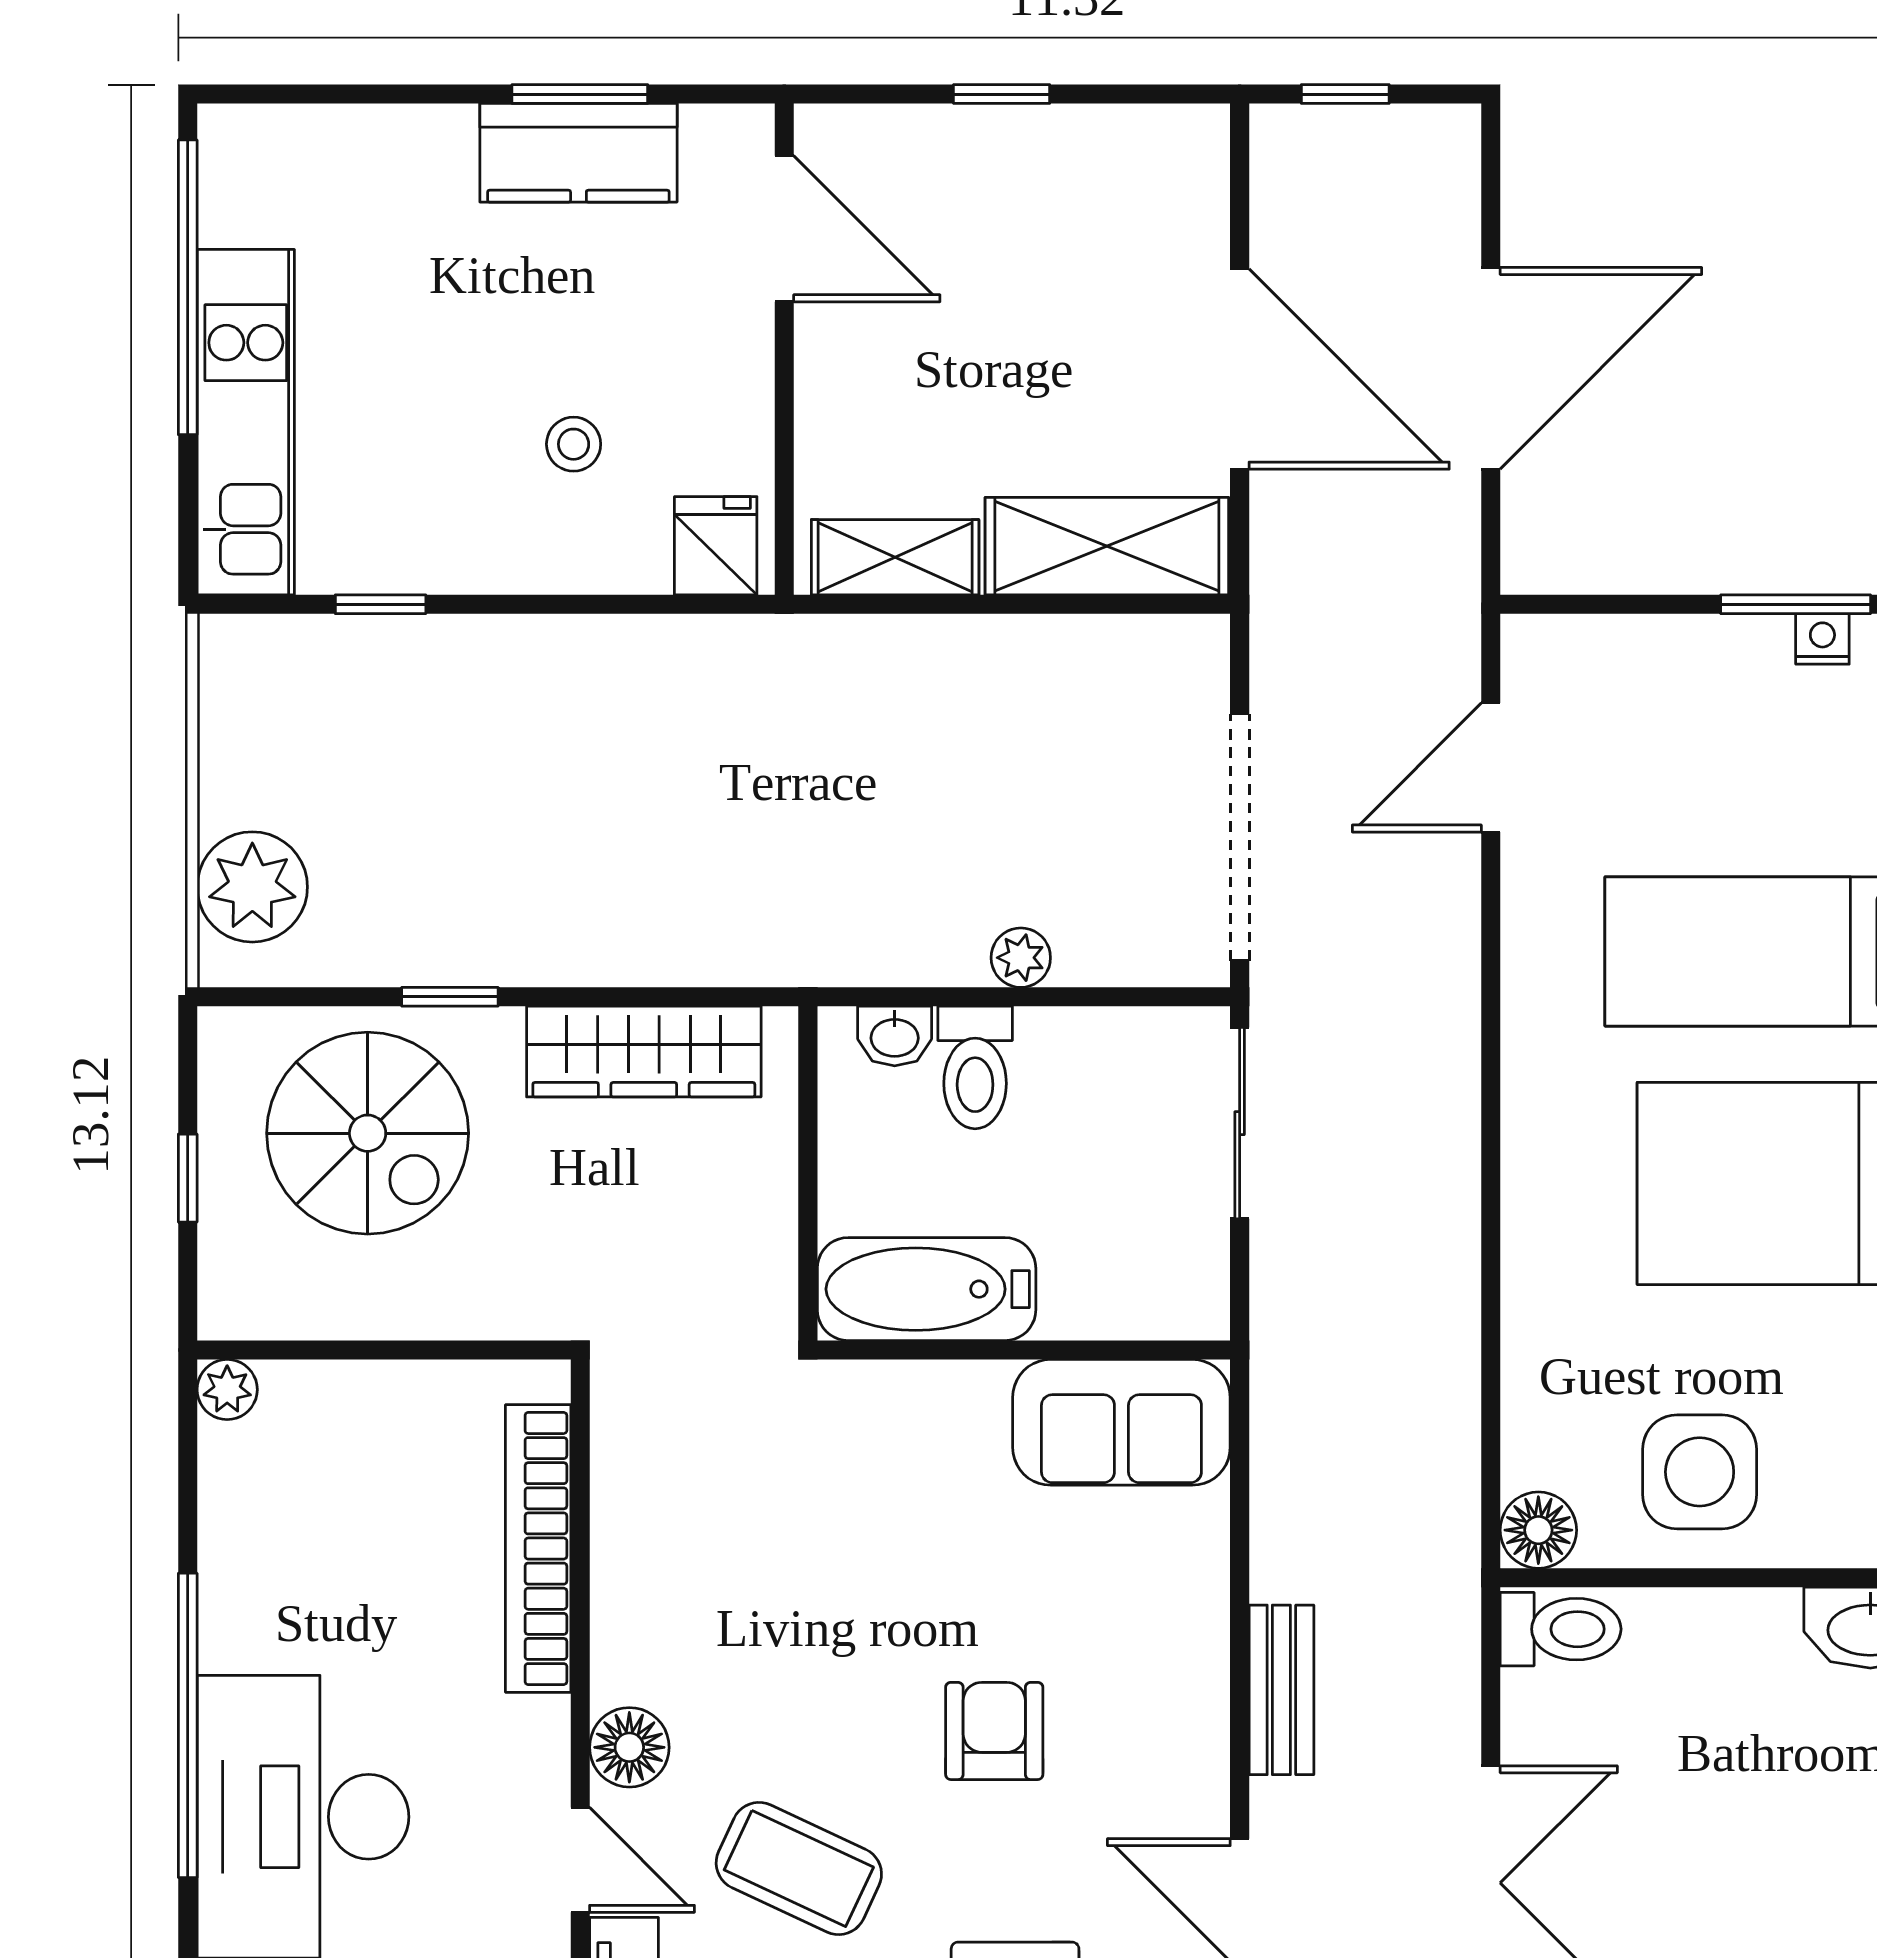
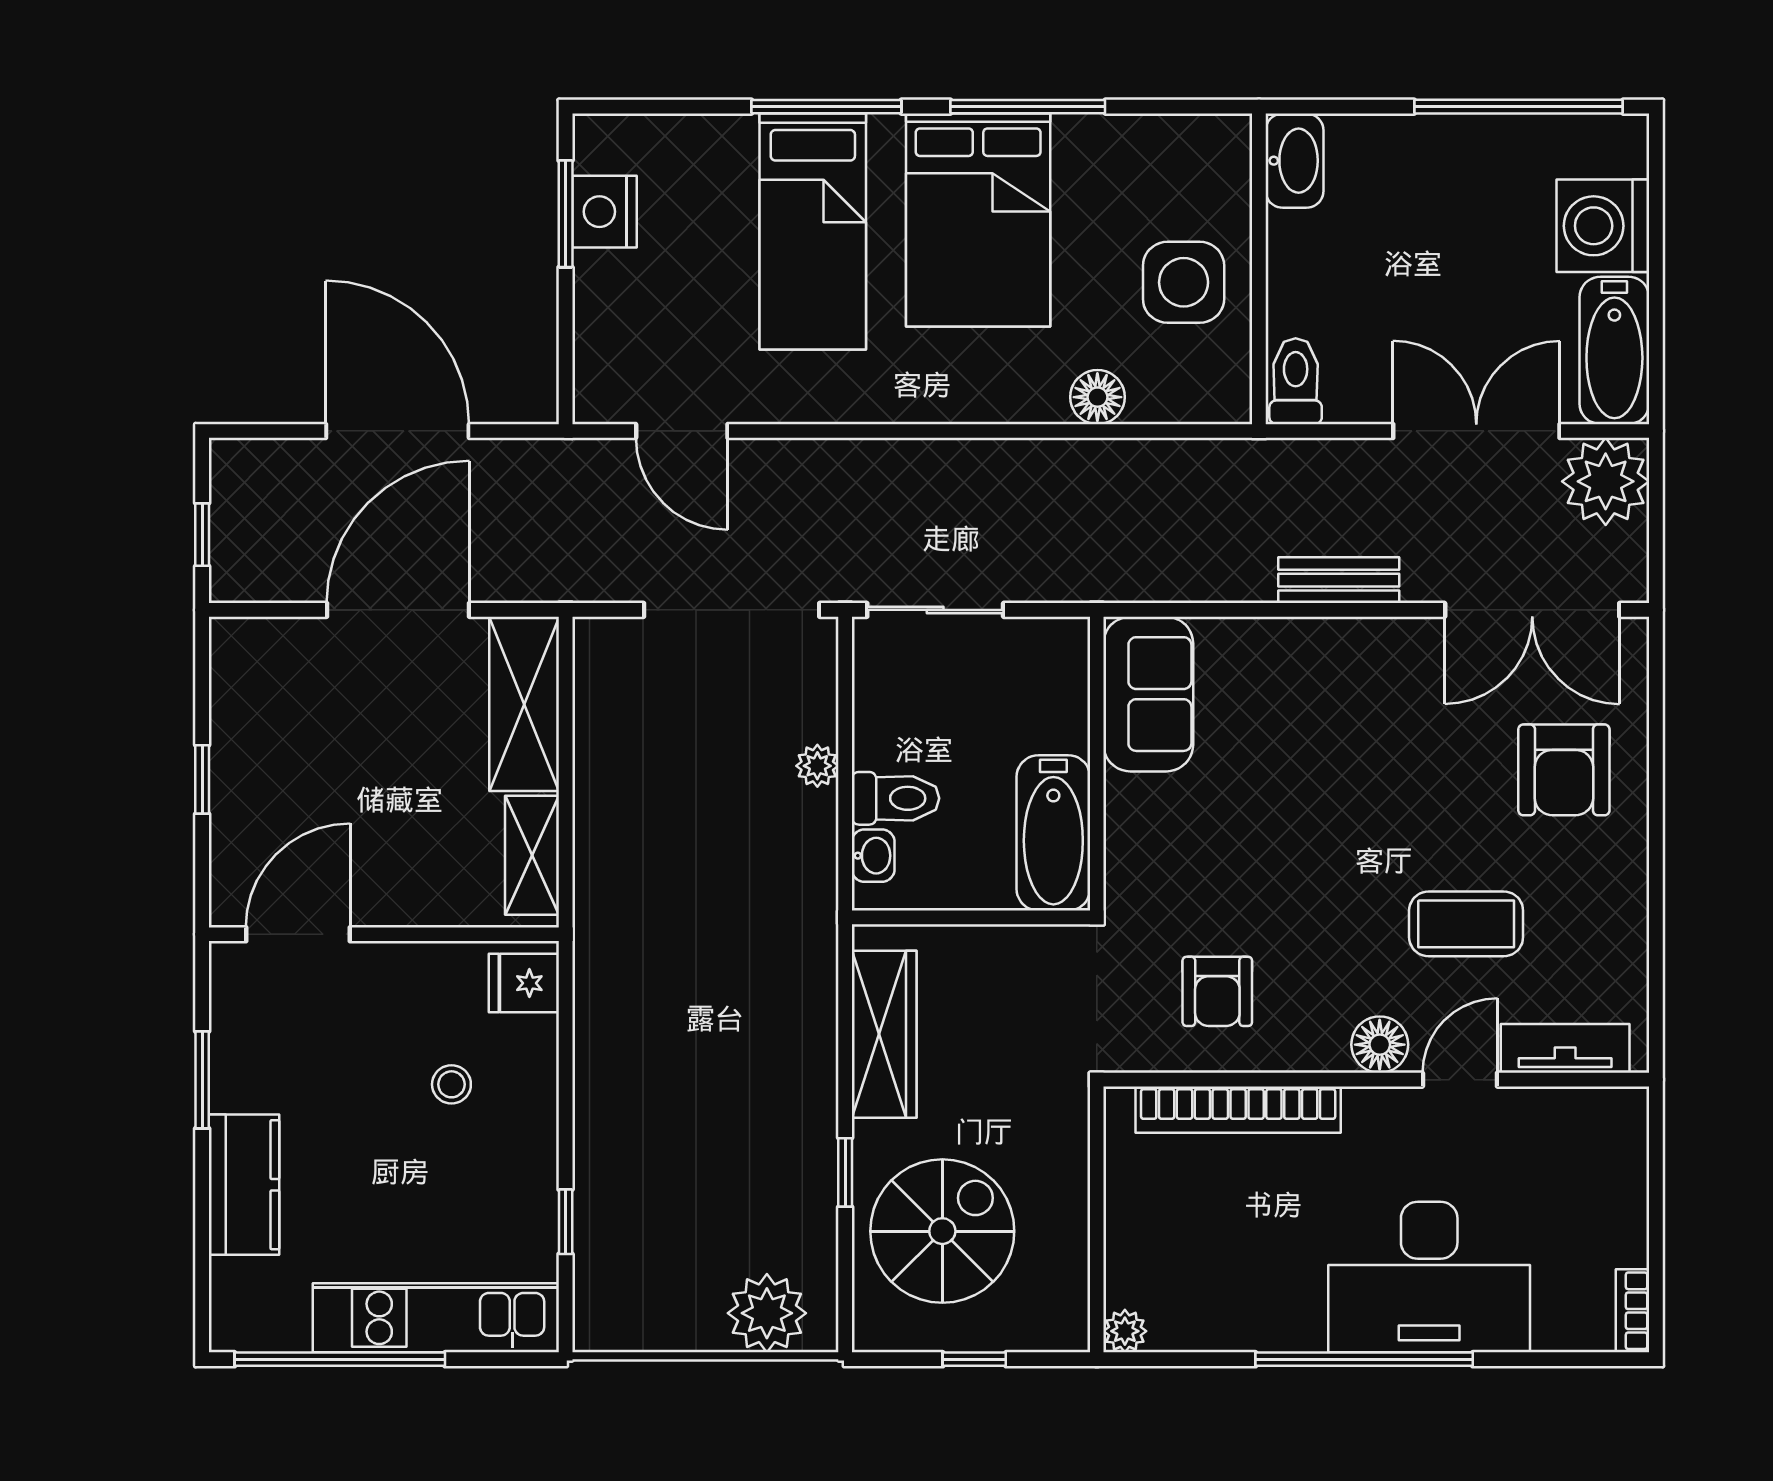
kitchen counter: (578, 153) -> (244, 1185), moved
nightstand: (1822, 639) -> (604, 212), width x1.89, depth x1.79
floor lamp: (1538, 1530) -> (1097, 397), moved
armchair: (994, 1731) -> (1217, 991), moved, turned -90
coffee table: (799, 1868) -> (1466, 924), turned 65

